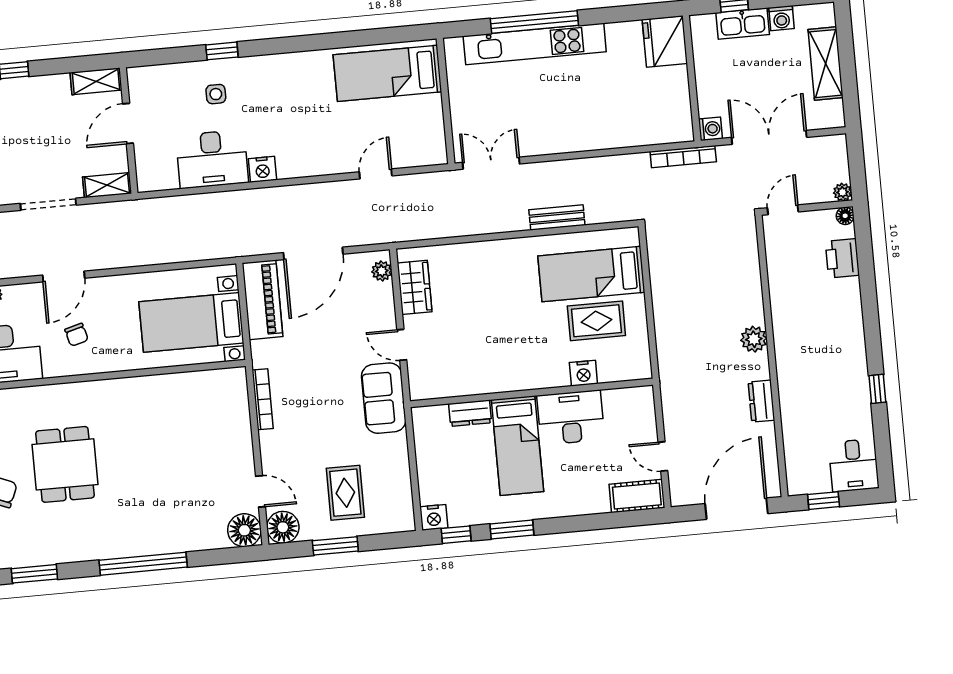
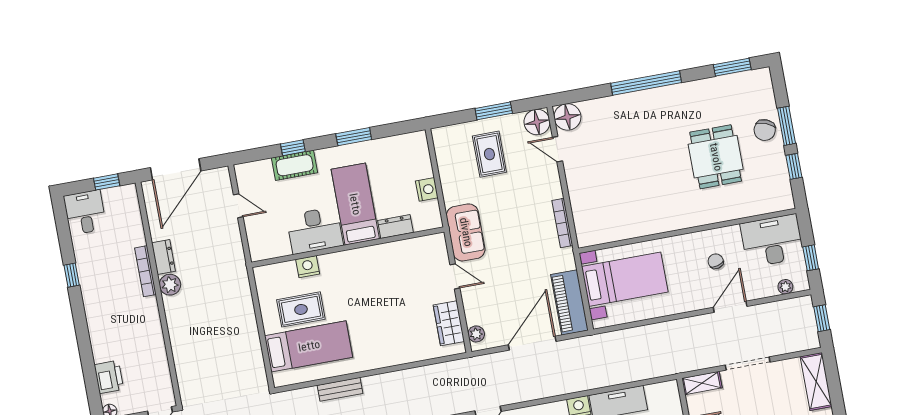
plant: (754, 339) -> (170, 285), moved
bookcase: (785, 386) -> (145, 271), added
cot: (637, 496) -> (295, 165), moved
nightstand: (434, 517) -> (427, 189), moved, turned 90
window: (456, 535) -> (293, 148), moved

